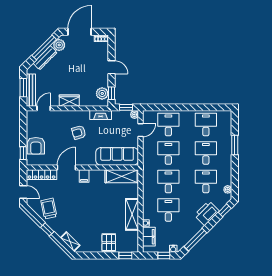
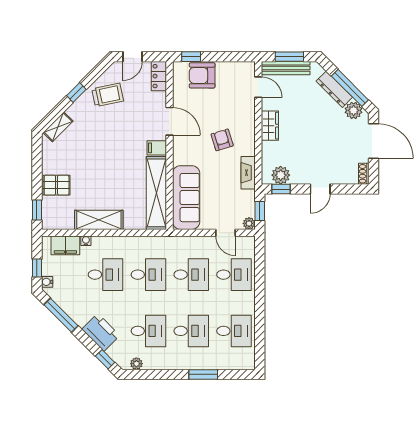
locker: (41, 175) -> (159, 76), width x0.66
shelving: (122, 176) -> (156, 193), width x1.47

